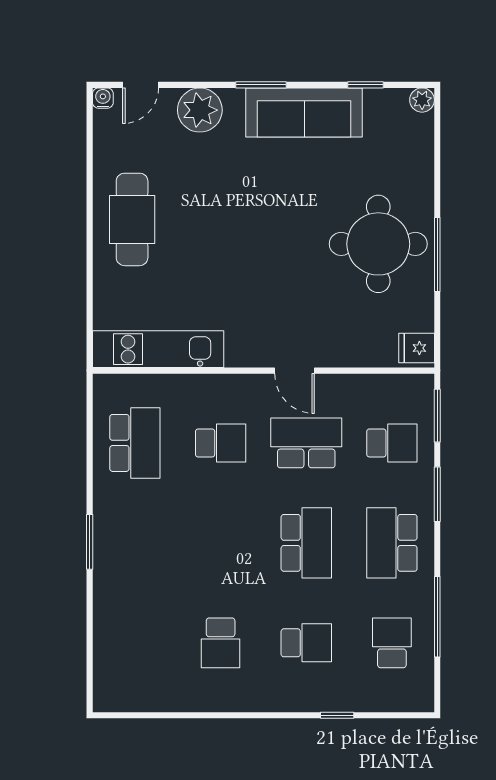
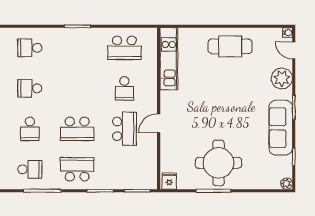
school desk: (392, 443) -> (30, 48), moved, turned 90

